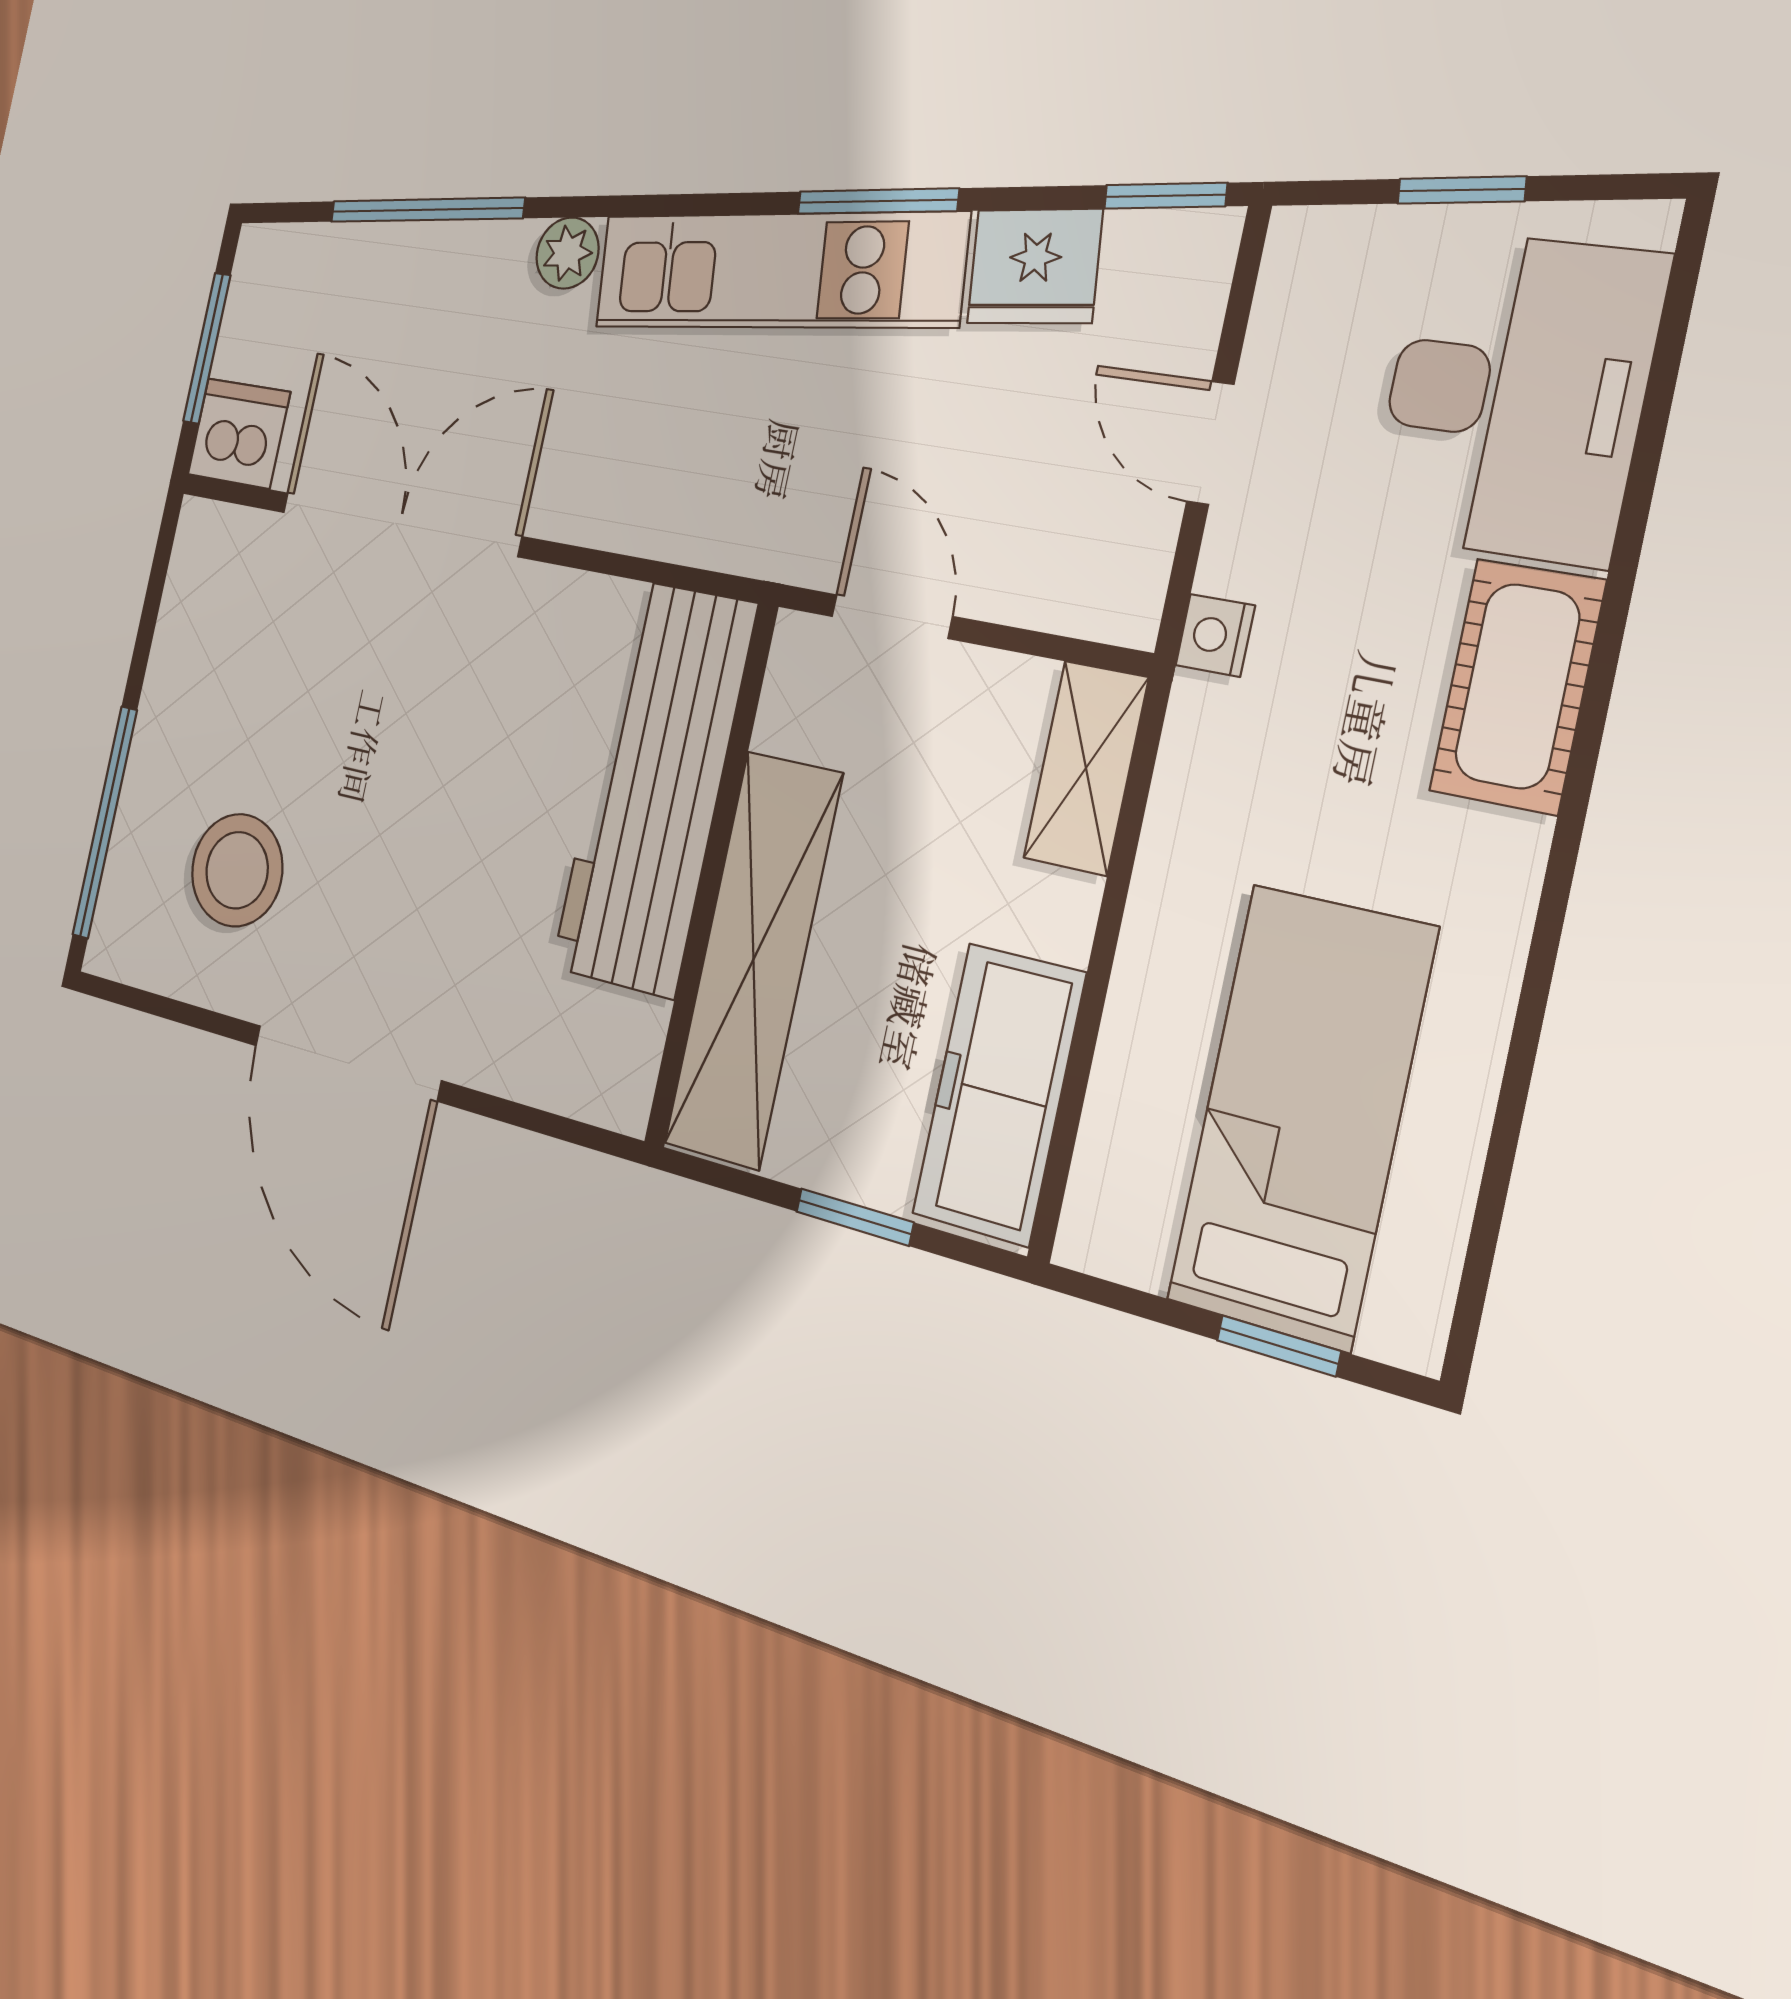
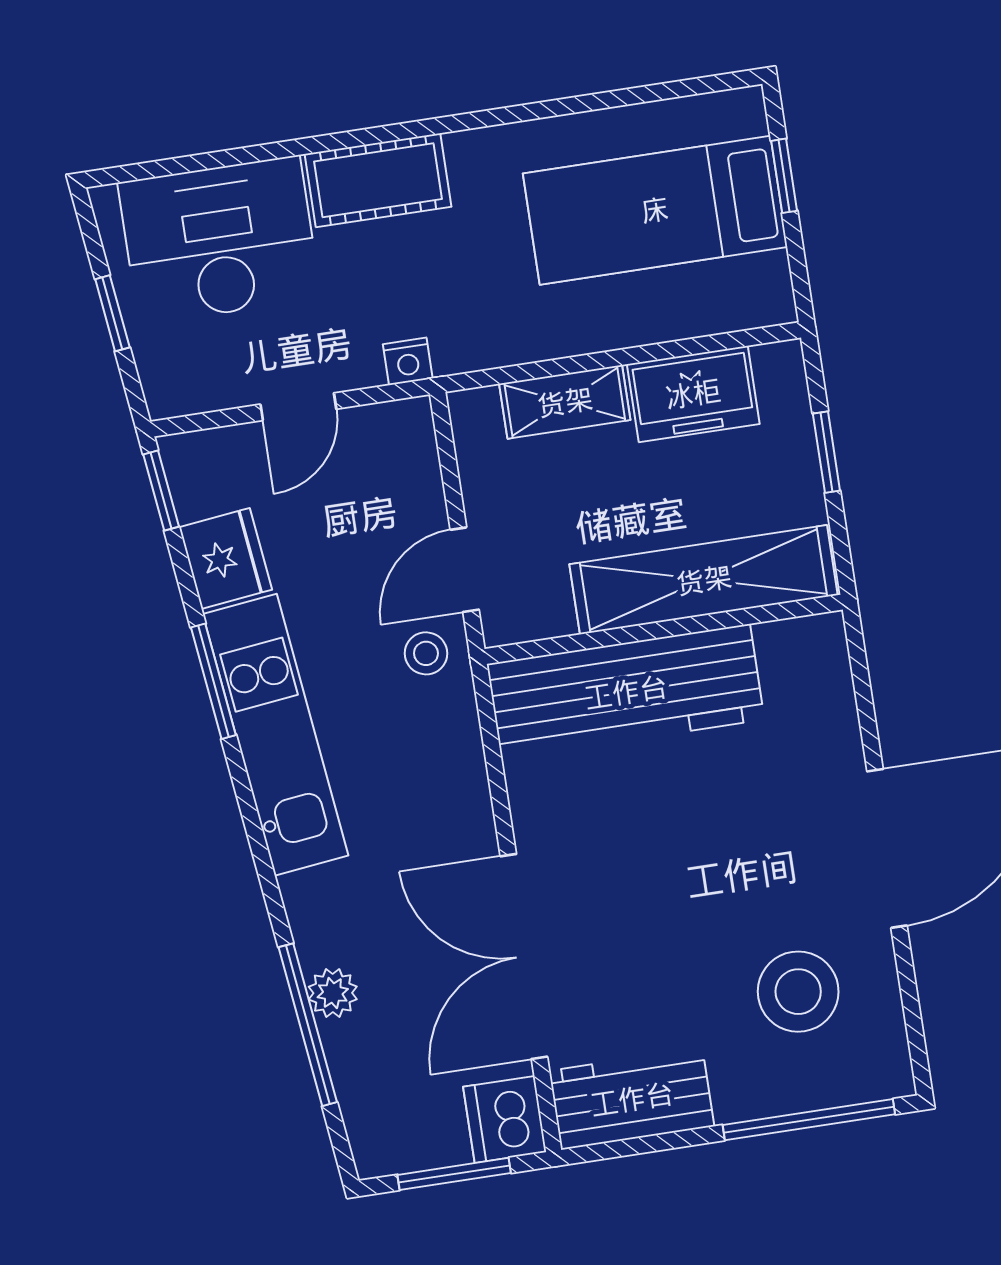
plant: (567, 253) -> (333, 993), moved
stool: (803, 521) -> (426, 653), added
workbench: (203, 605) -> (632, 1099), added
shelving: (1086, 768) -> (565, 402), moved
freezer: (999, 1094) -> (693, 394), width x0.71

